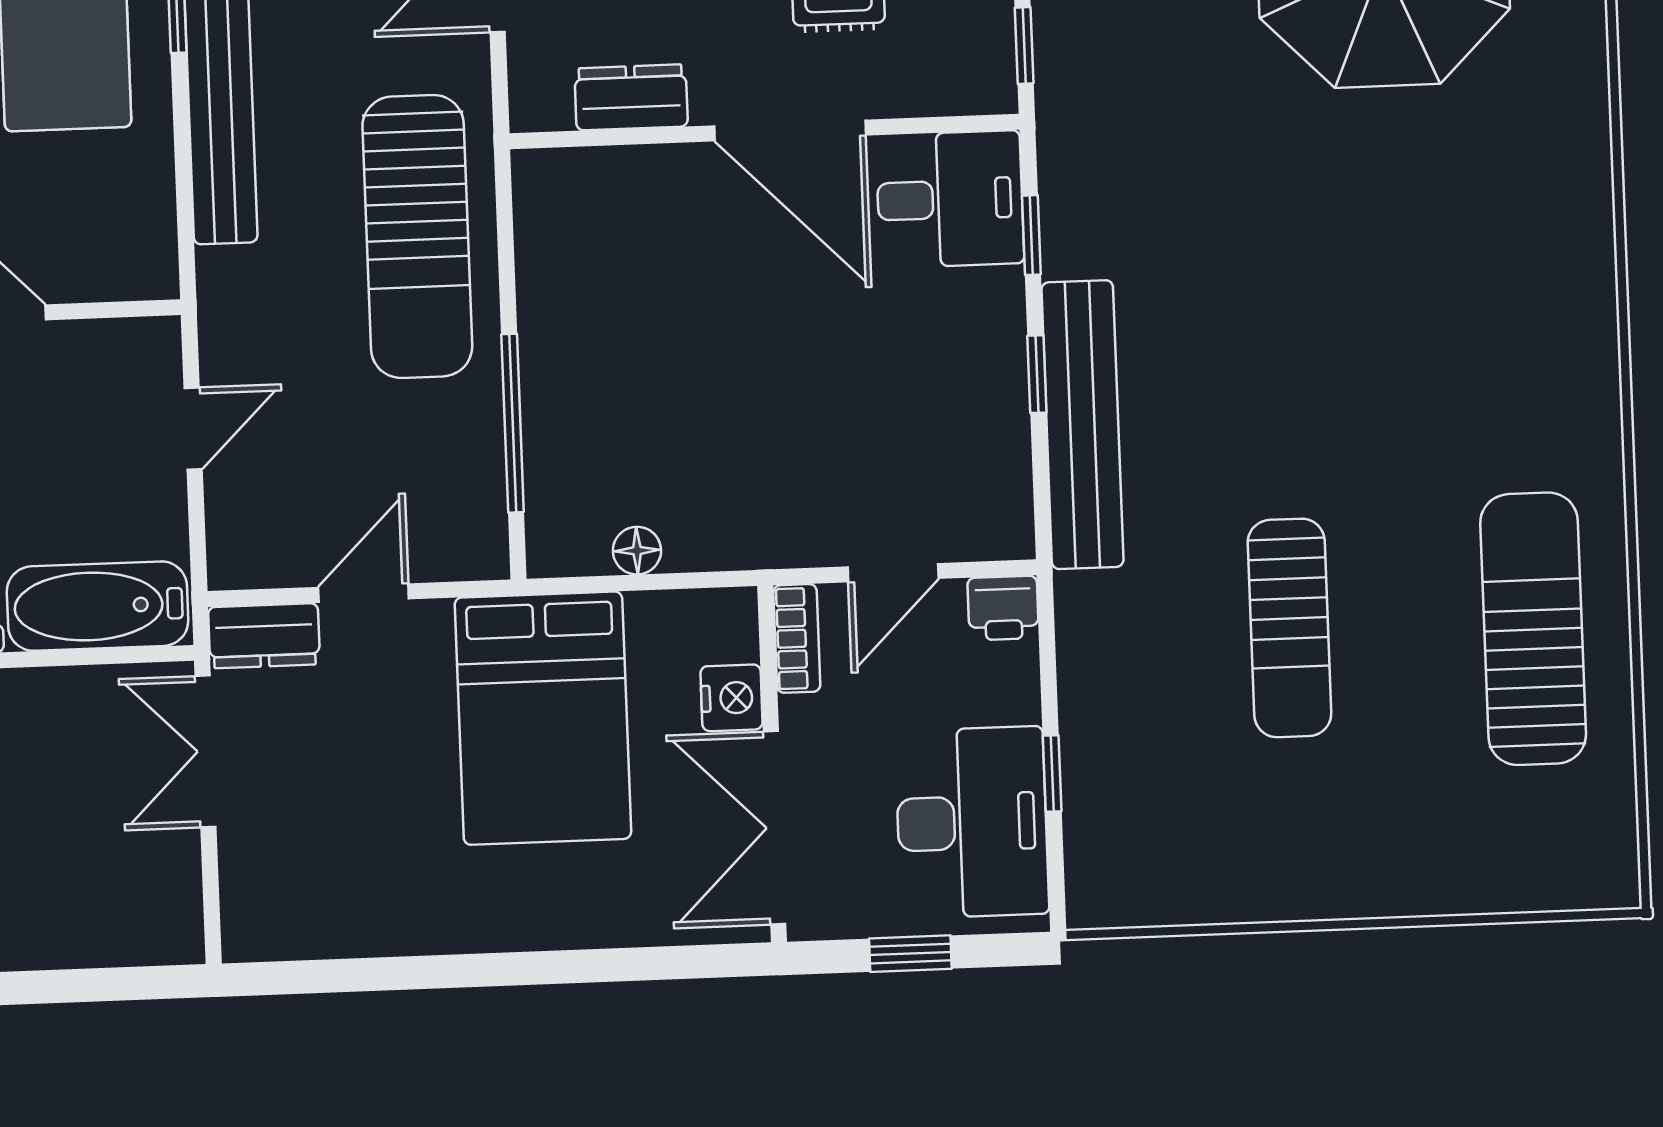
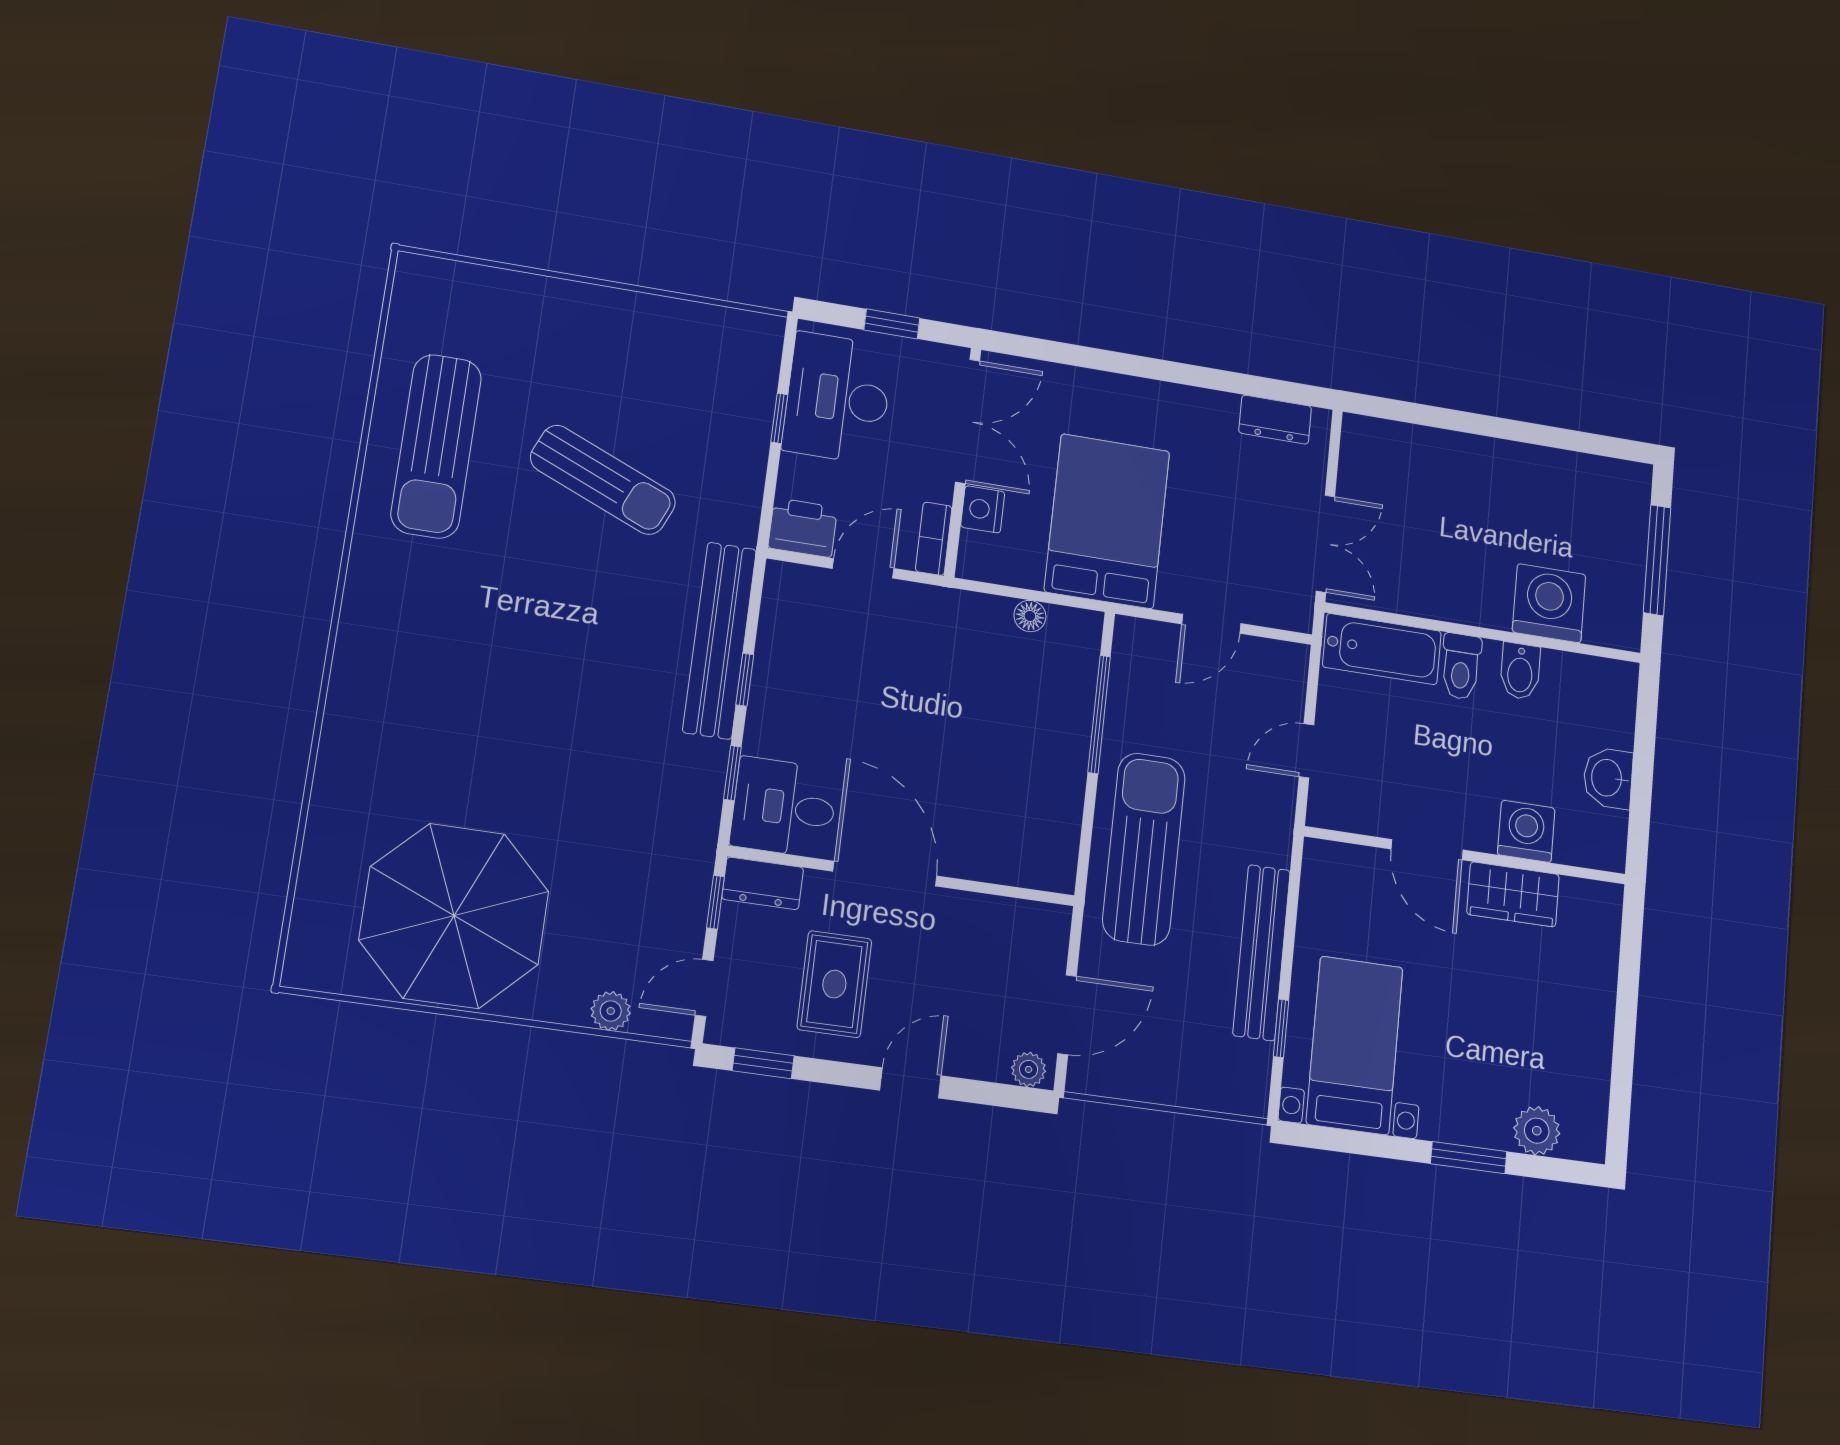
dresser: (631, 97) -> (763, 883), moved
printer: (1003, 608) -> (803, 528), width x1.36, depth x1.24
sun lounger: (1289, 628) -> (603, 480), turned 113
dresser: (264, 636) -> (1275, 420), moved, turned 180

